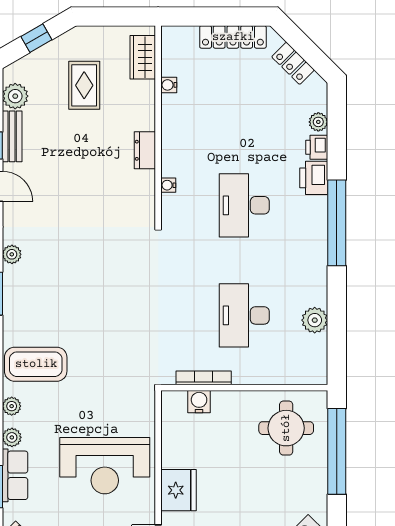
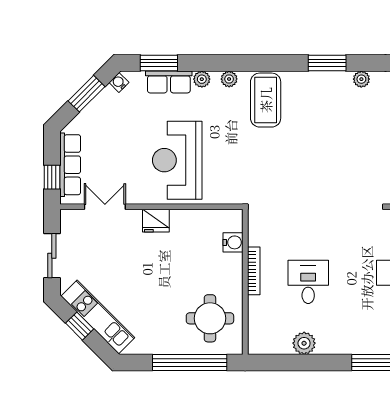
desk: (244, 315) -> (308, 282), width x0.73
bookcase: (204, 378) -> (254, 271), moved
fridge: (179, 490) -> (156, 221), width x0.73, depth x0.75

